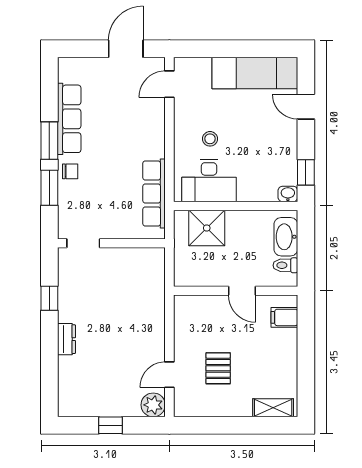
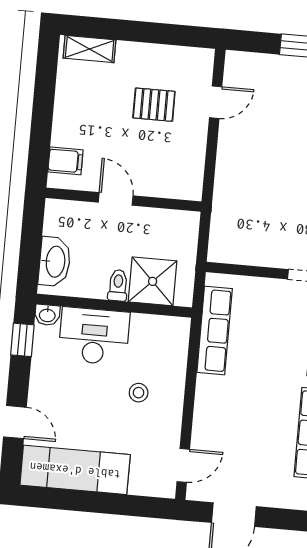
desk: (209, 180) -> (94, 336), moved
toilet: (285, 265) -> (118, 285), moved, turned -90
pallet: (218, 368) -> (154, 105), turned 90
plant: (153, 405) -> (239, 66), removed

